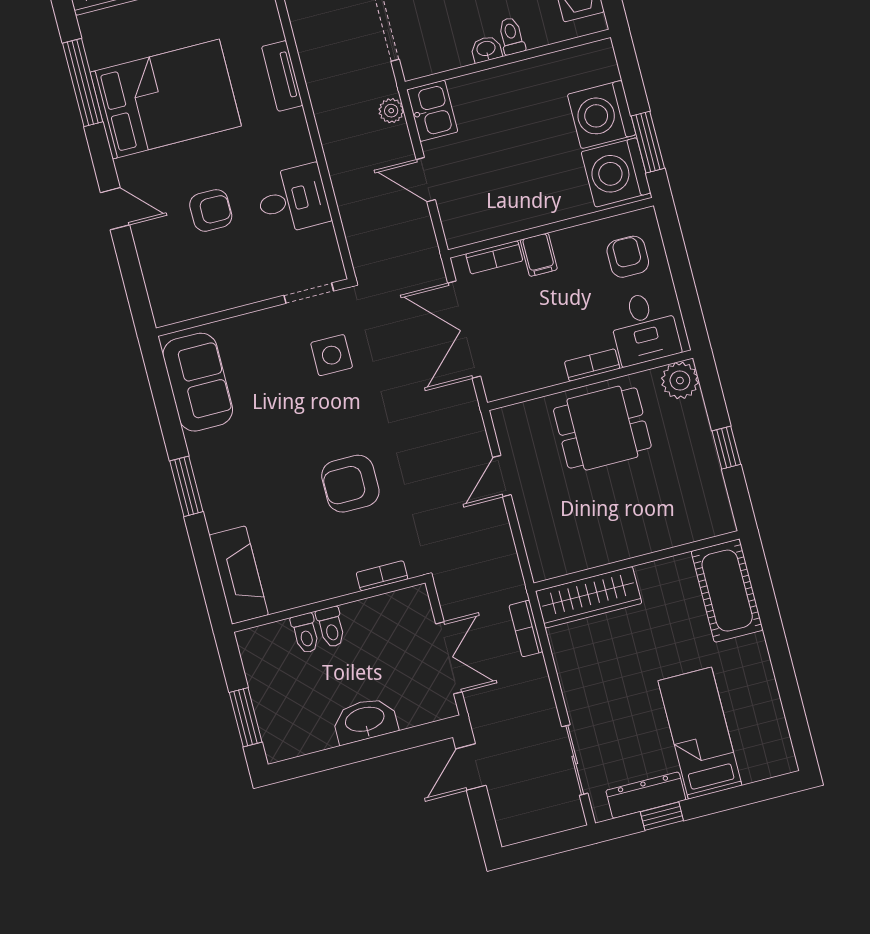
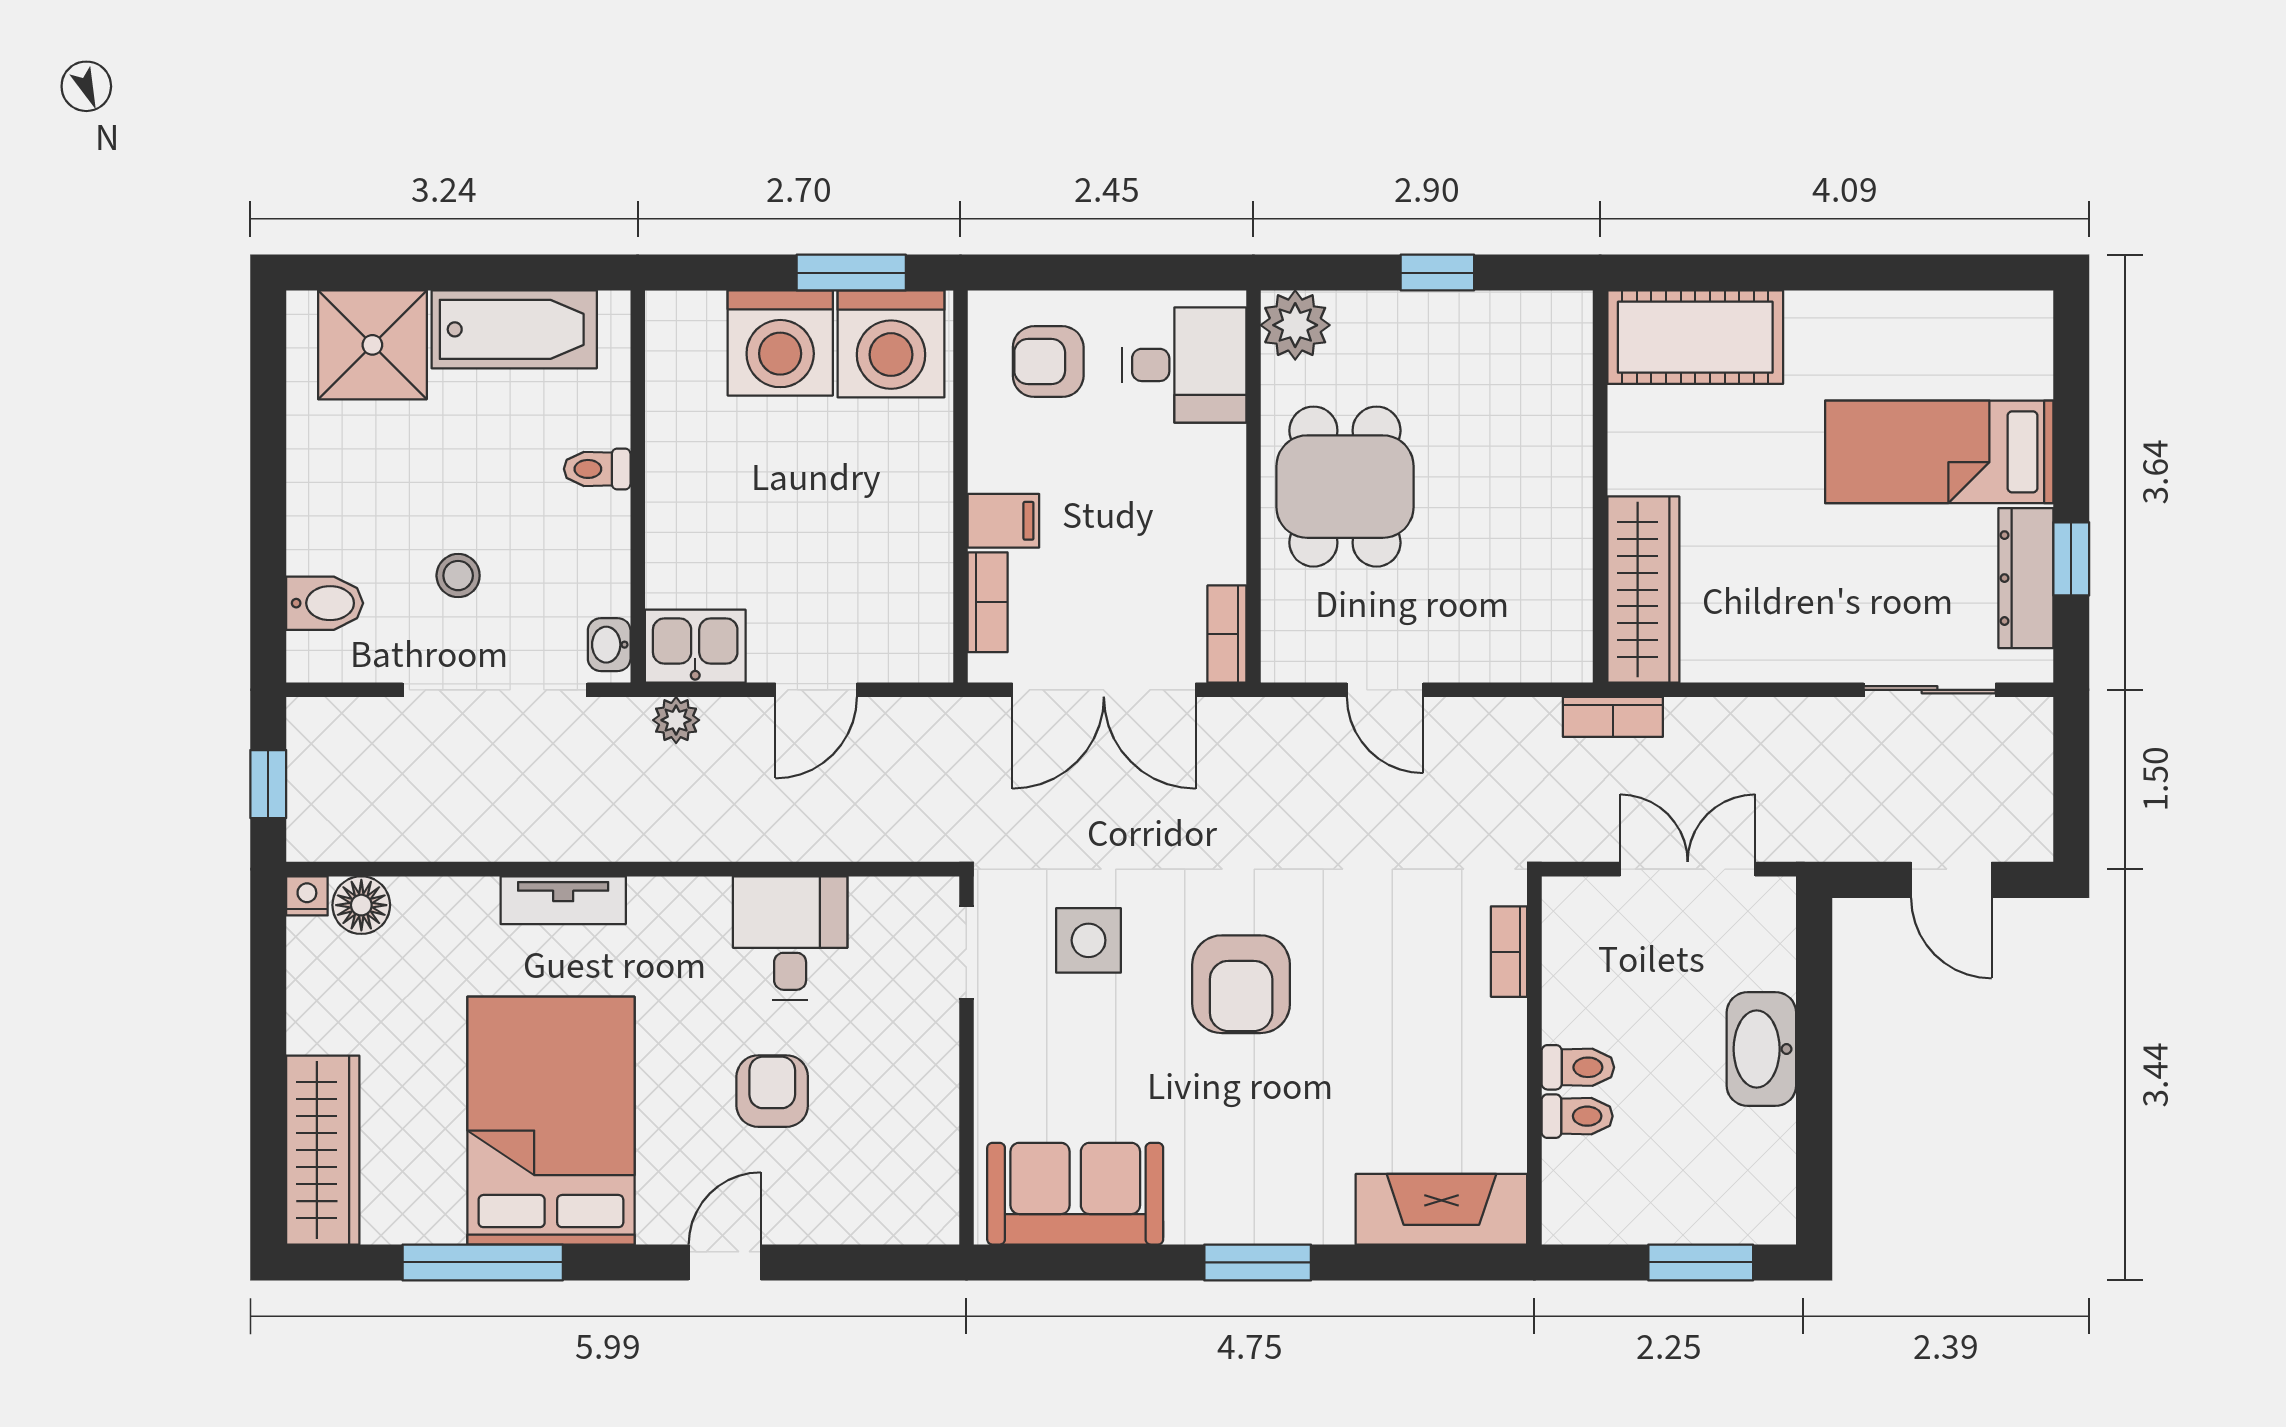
washbasin: (486, 49) -> (609, 645), moved
bookcase: (592, 365) -> (1227, 634), moved
armchair: (350, 484) -> (1241, 984), moved
bookcase: (526, 629) -> (1613, 717), moved
door: (471, 767) -> (1951, 880), moved

